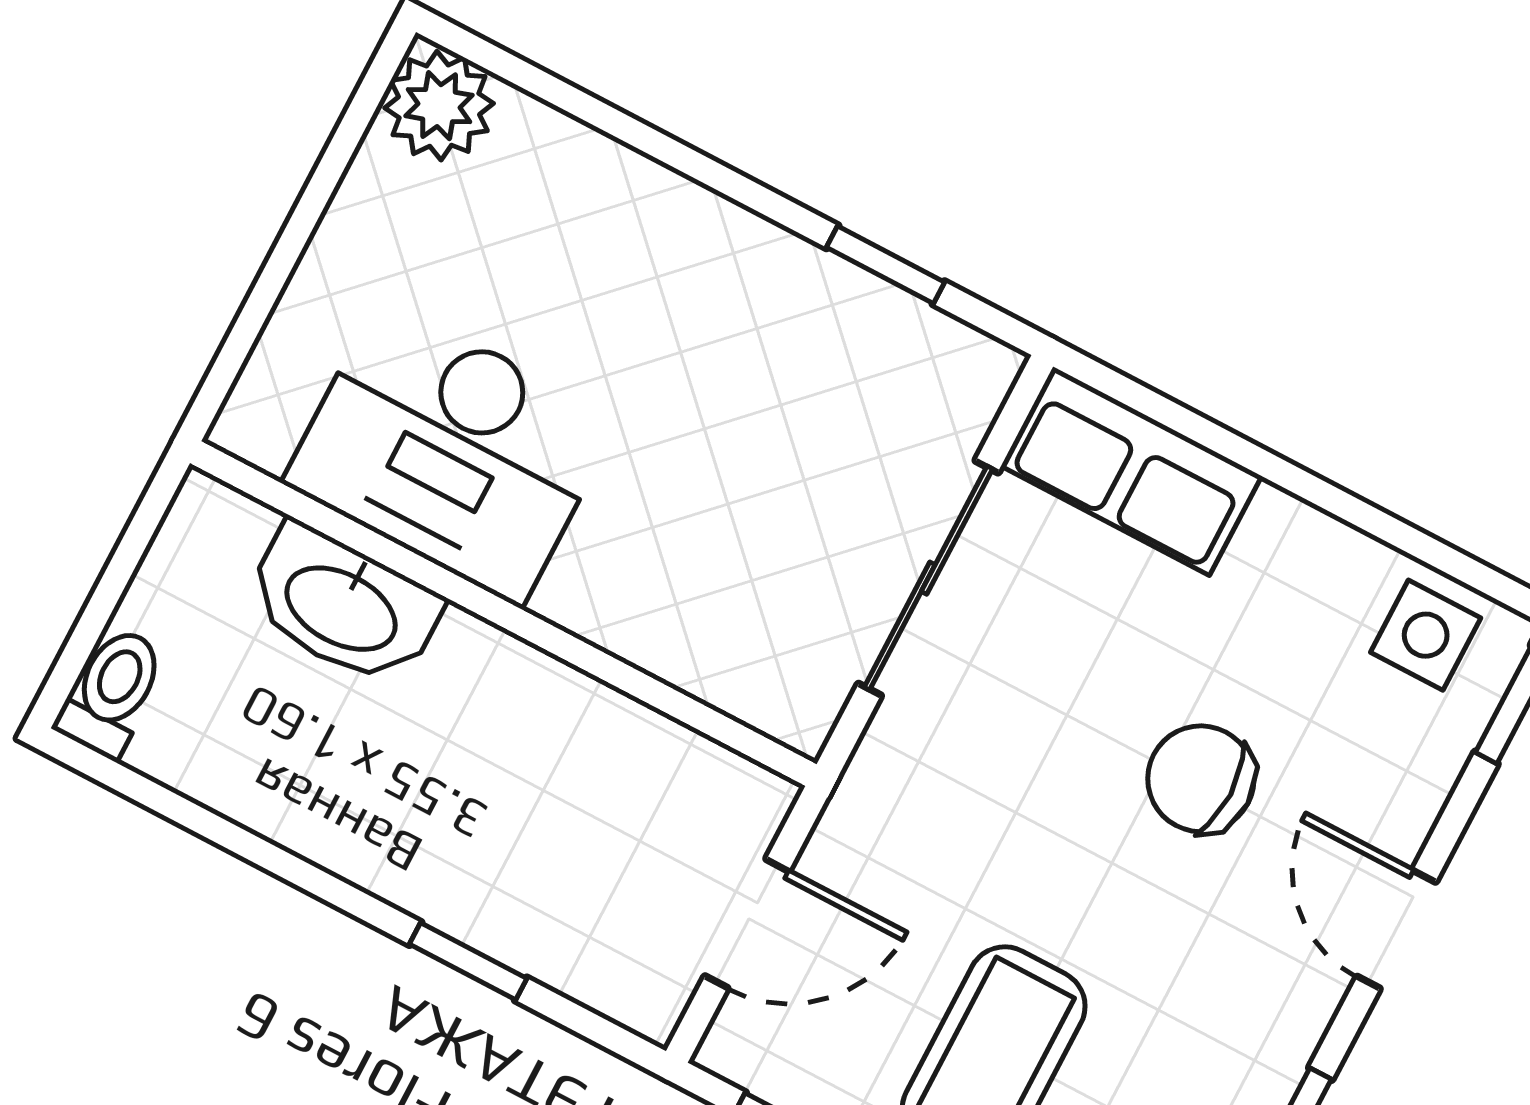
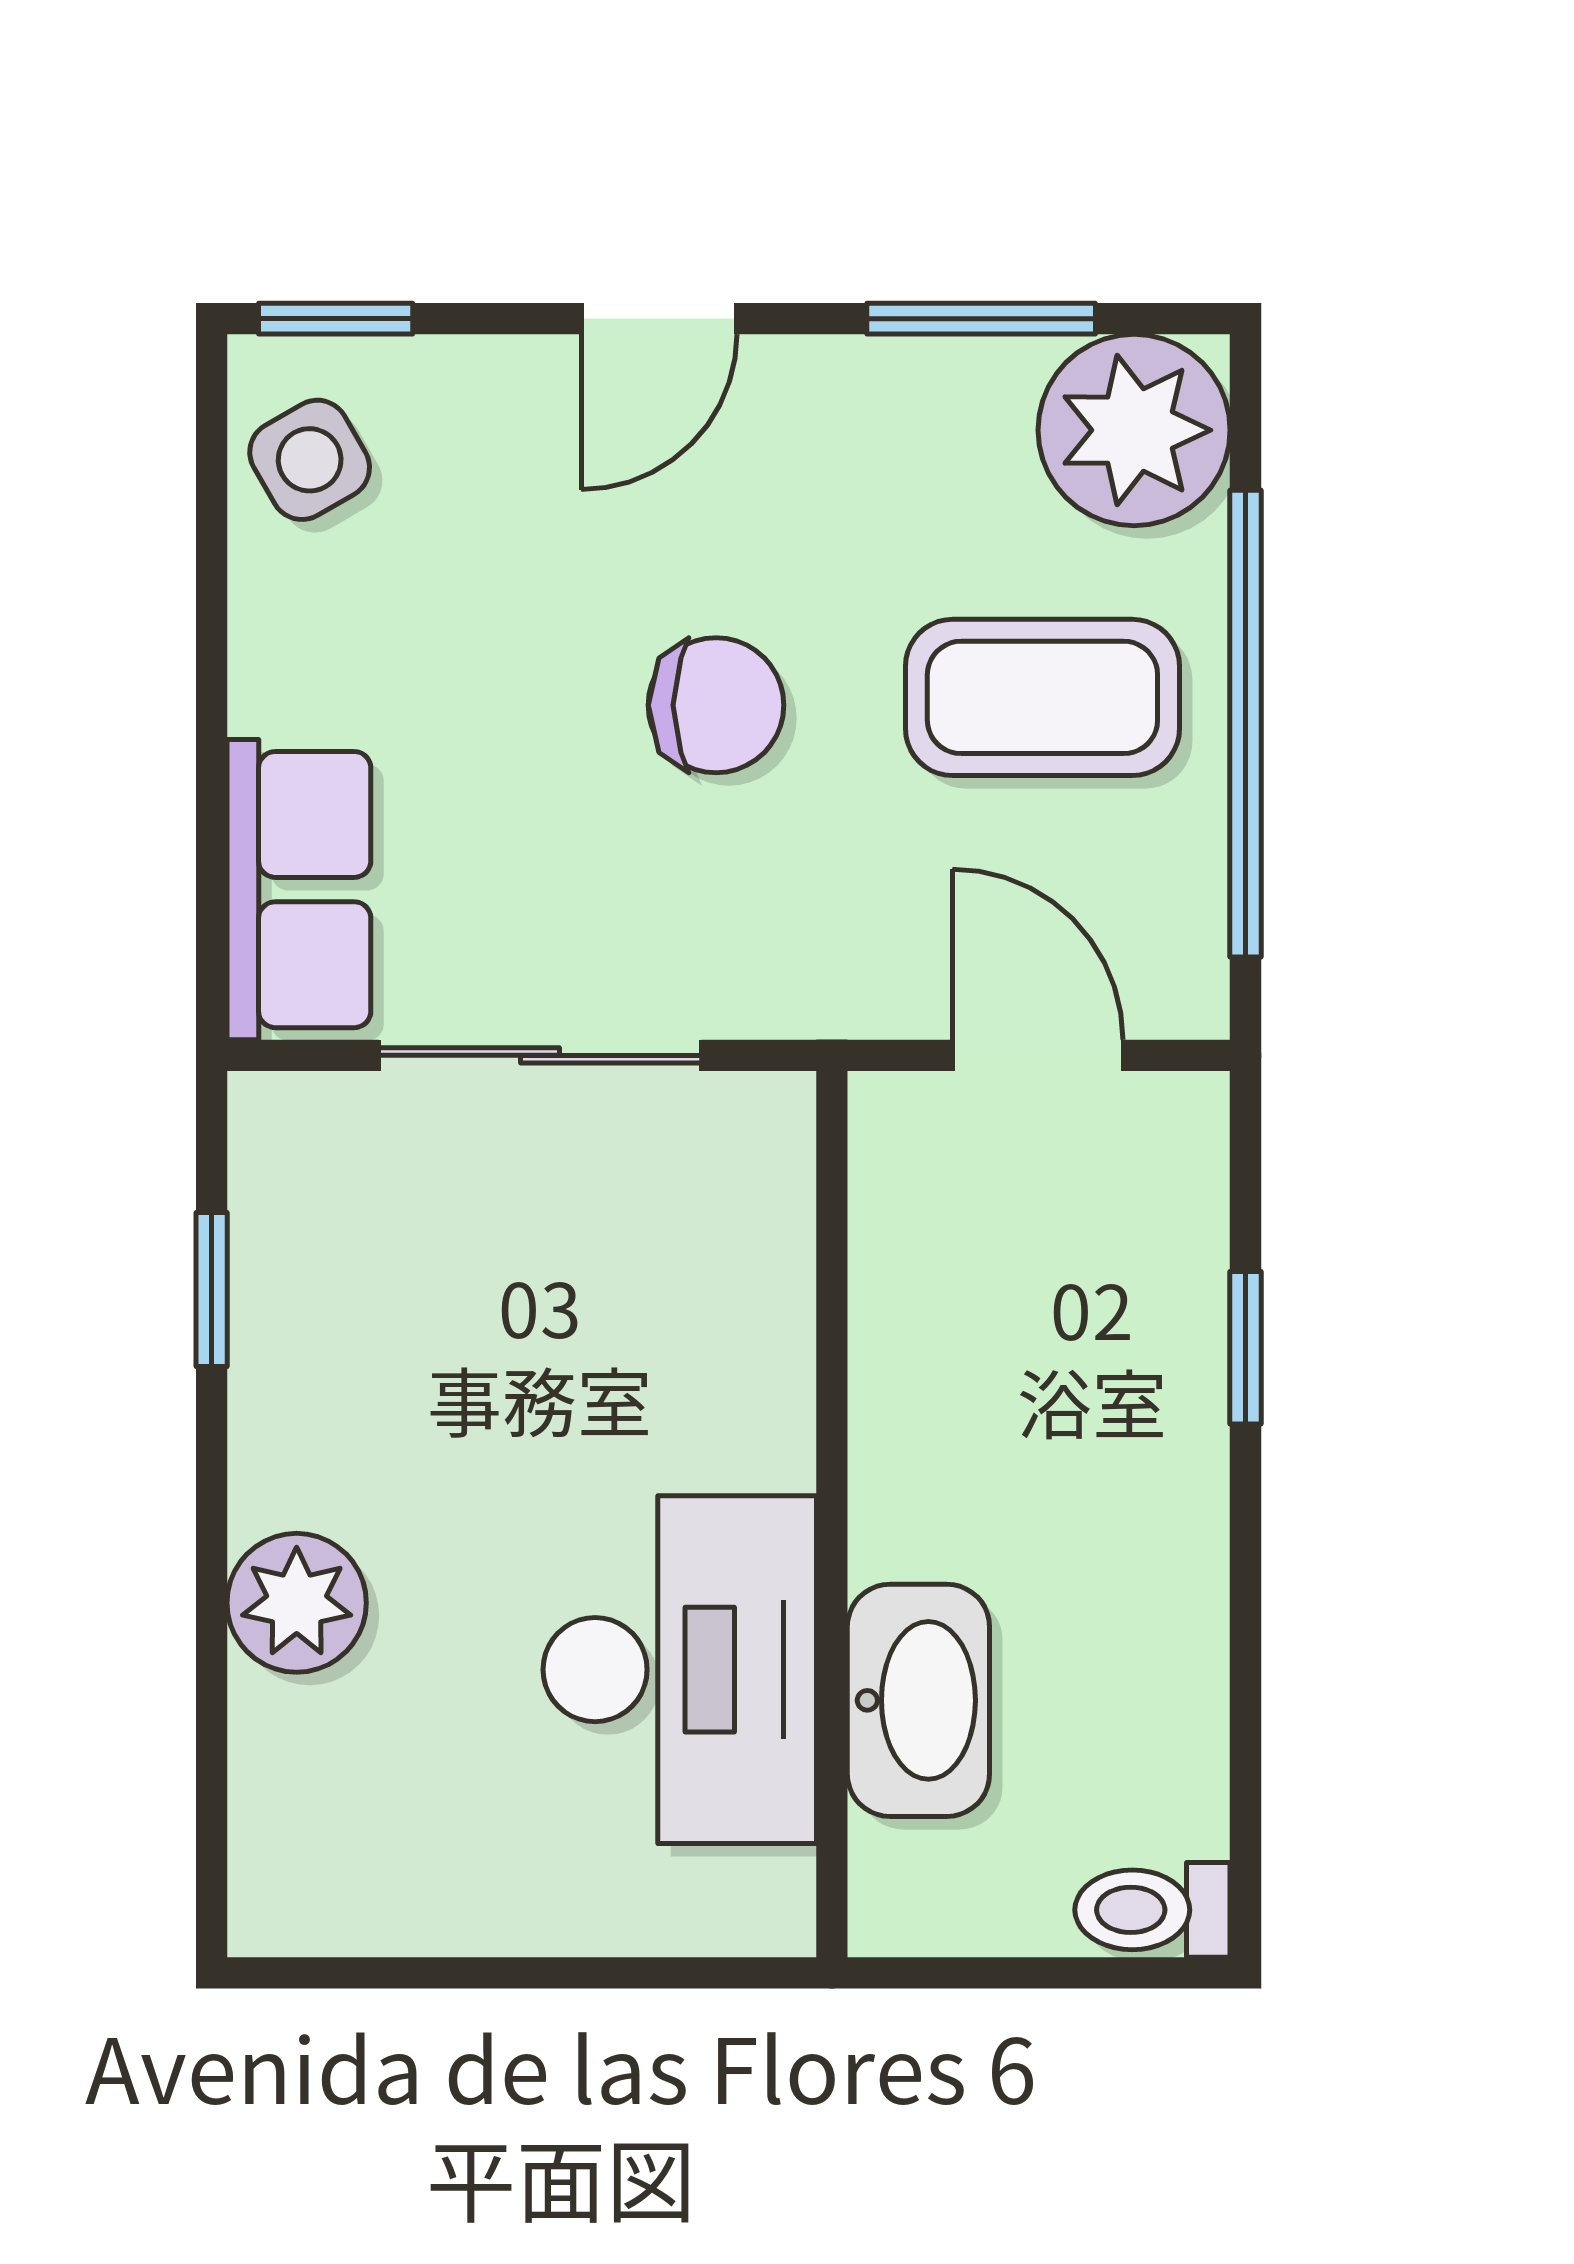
plant: (439, 106) -> (297, 1603), moved
side table: (1426, 635) -> (310, 460), turned -30
chair: (1201, 779) -> (716, 705), moved, turned -90

